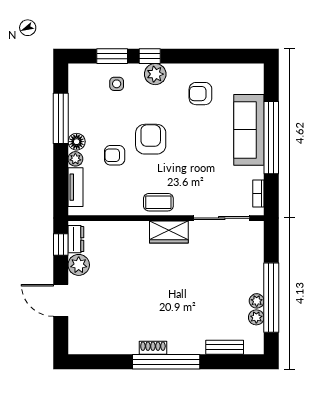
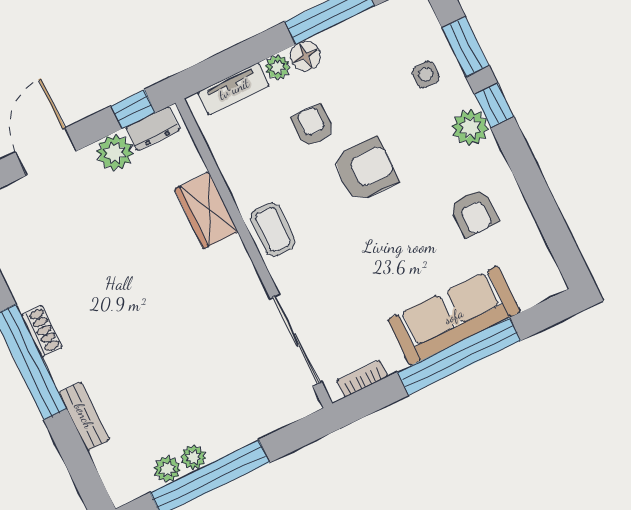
armchair: (200, 94) -> (474, 213), turned 180
wardrobe: (169, 232) -> (206, 210), moved
bench: (225, 347) -> (84, 416), moved

